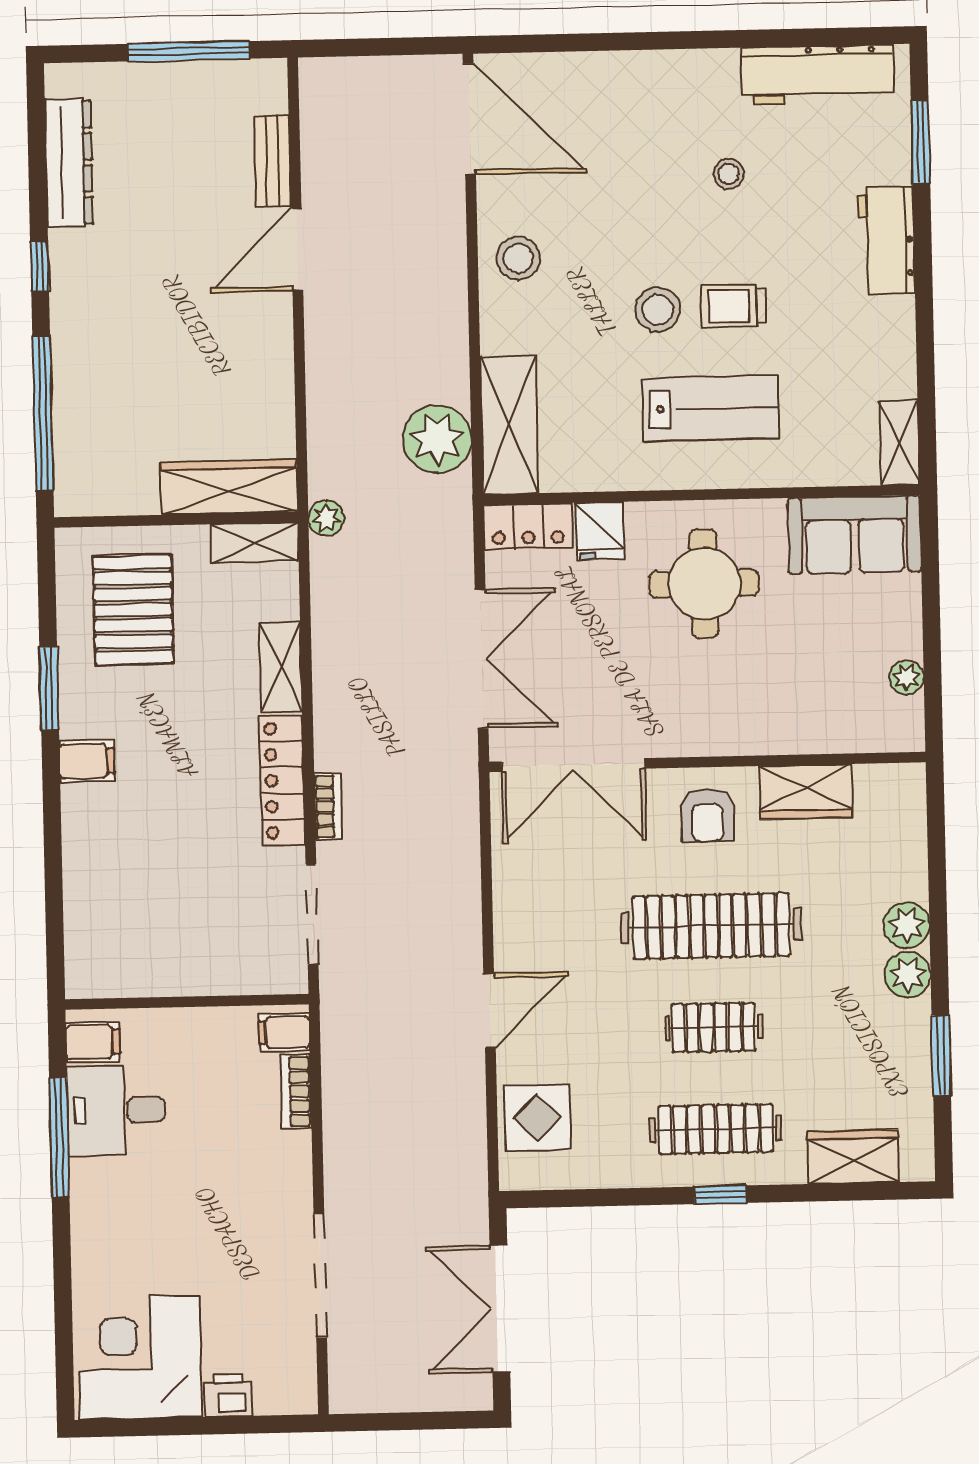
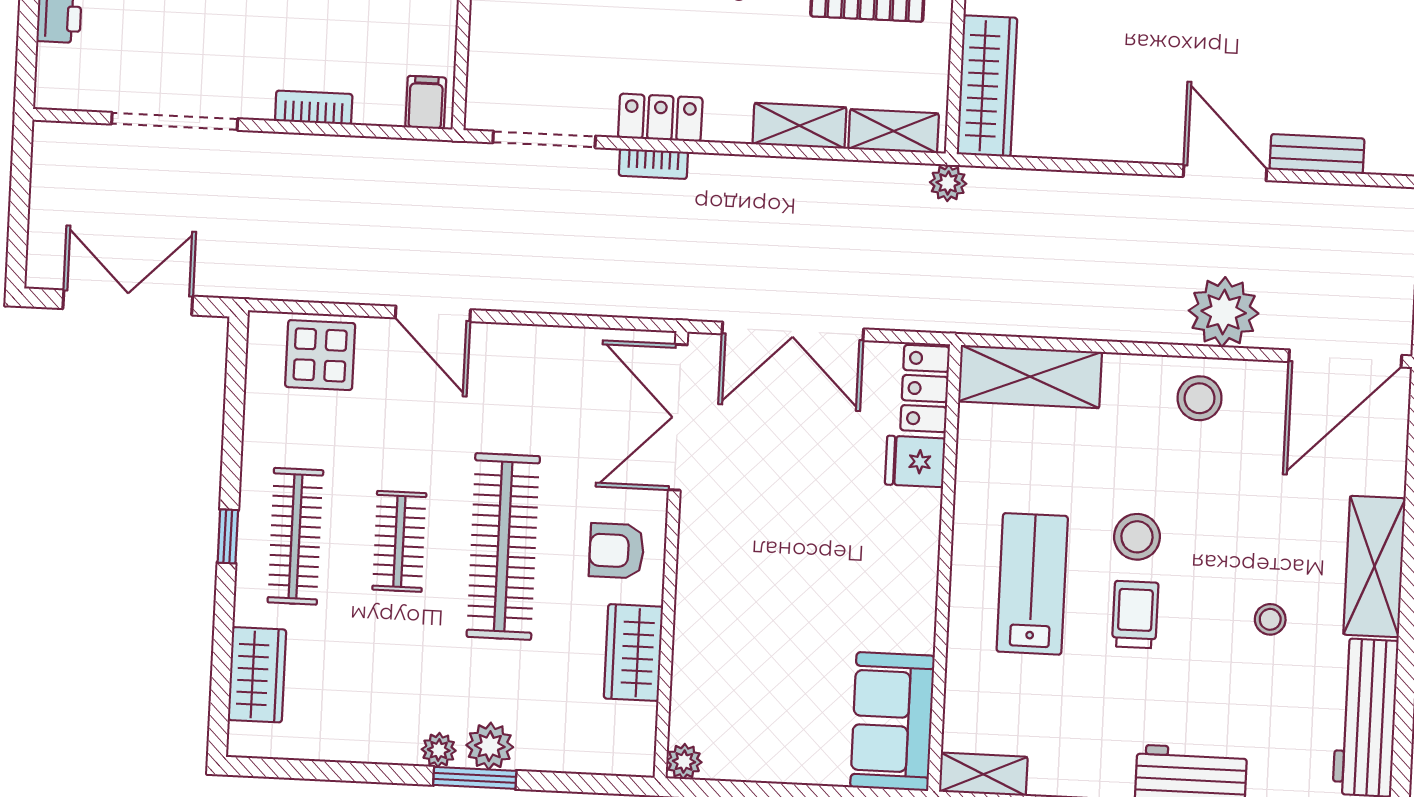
shelving: (670, 76) -> (1374, 567), added
lab bench: (711, 408) -> (1032, 584), turned 180
plant: (437, 439) -> (1224, 312), moved
shelving: (255, 543) -> (894, 131), moved, turned 90
round table: (704, 584) -> (854, 564), removed
plant: (907, 677) -> (684, 761), moved
locker: (282, 780) -> (660, 118), width x0.66
plant: (908, 975) -> (439, 750), width x0.73, depth x0.73
window: (941, 1055) -> (475, 778), moved
bookcase: (296, 1092) -> (314, 107), moved

